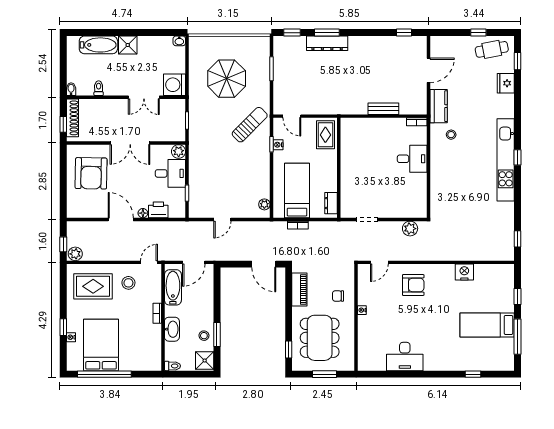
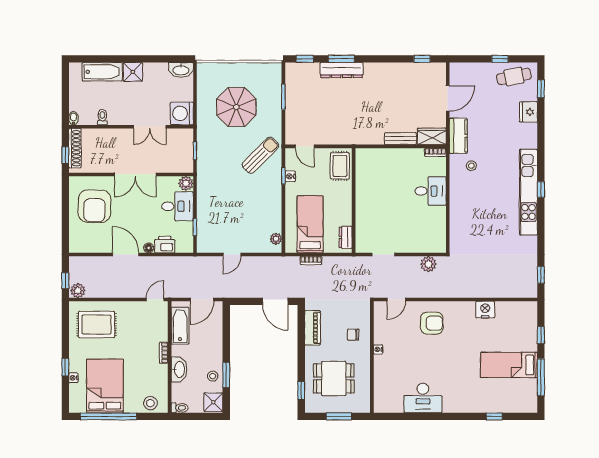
washbasin: (179, 41) -> (181, 70), width x1.91, depth x1.45
wardrobe: (413, 107) -> (432, 136), added
stool: (128, 283) -> (150, 403), moved
dining table: (320, 338) -> (334, 378), width x0.73

